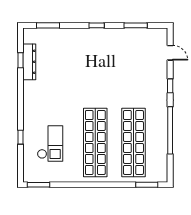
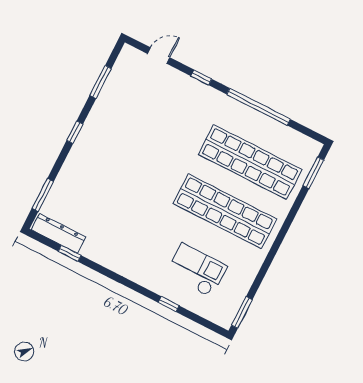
dresser: (29, 62) -> (59, 233), moved

